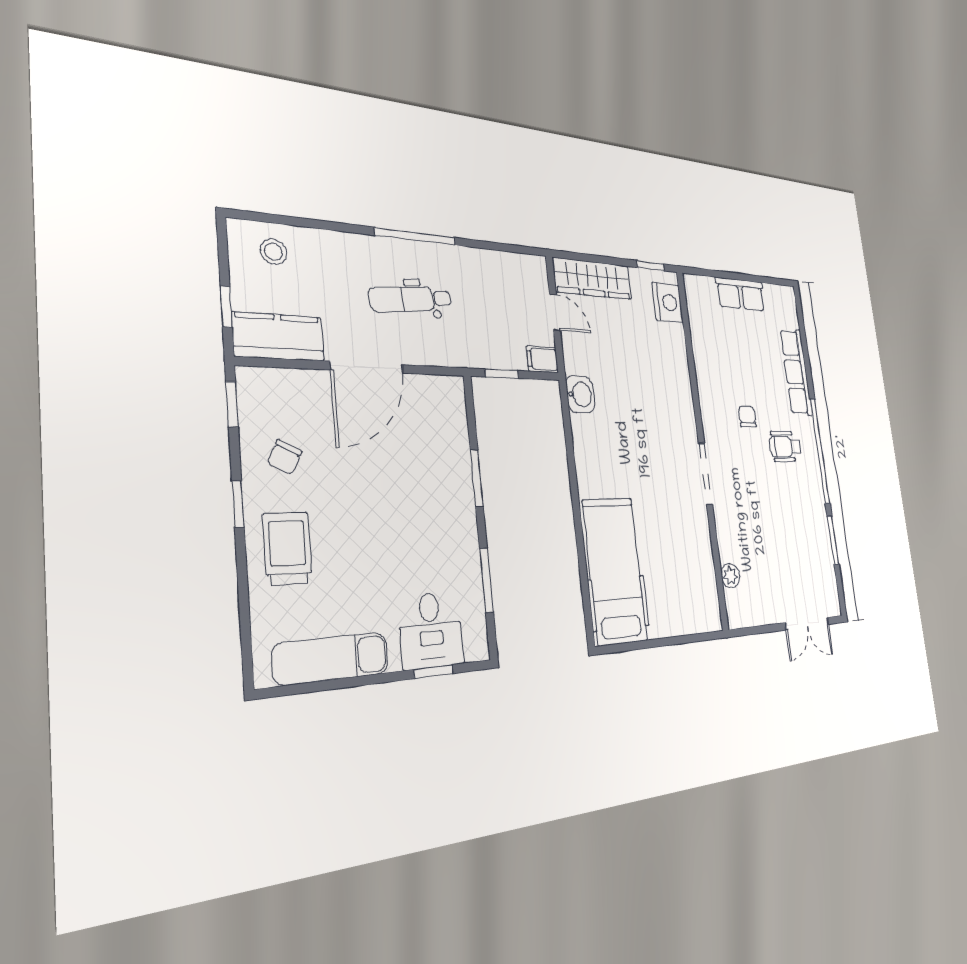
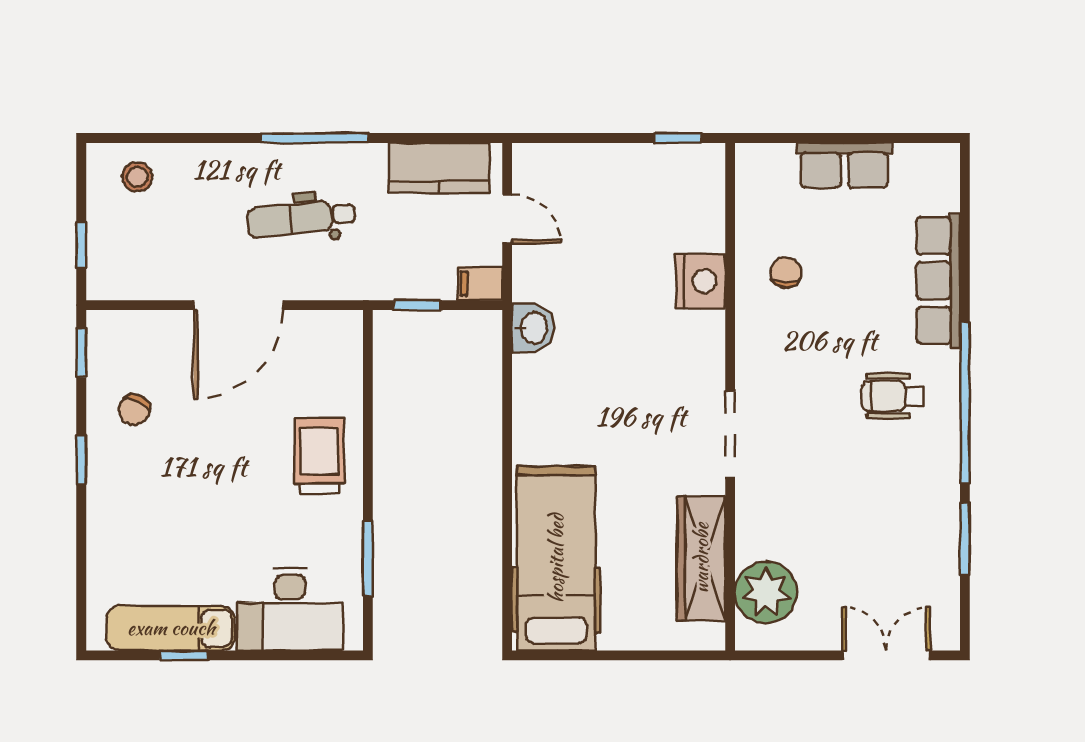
wardrobe: (592, 279) -> (701, 558), moved, turned 90
nightstand: (668, 302) -> (701, 281), moved
kitchen counter: (278, 337) -> (439, 168), moved, turned 180
chair: (747, 417) -> (786, 273), moved
window: (477, 478) -> (368, 436), removed
trolley: (287, 548) -> (319, 456), moved
plant: (730, 576) -> (766, 592), width x1.87, depth x1.87
double door: (807, 624) -> (886, 655), swing flipped
desk: (431, 630) -> (290, 609), width x1.37
window: (434, 672) -> (184, 655), moved

